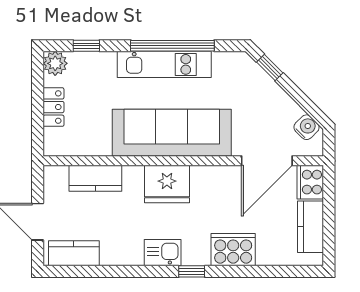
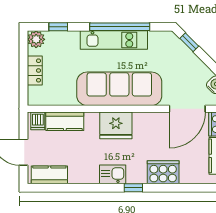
dishwasher: (58, 178) -> (38, 121), added

